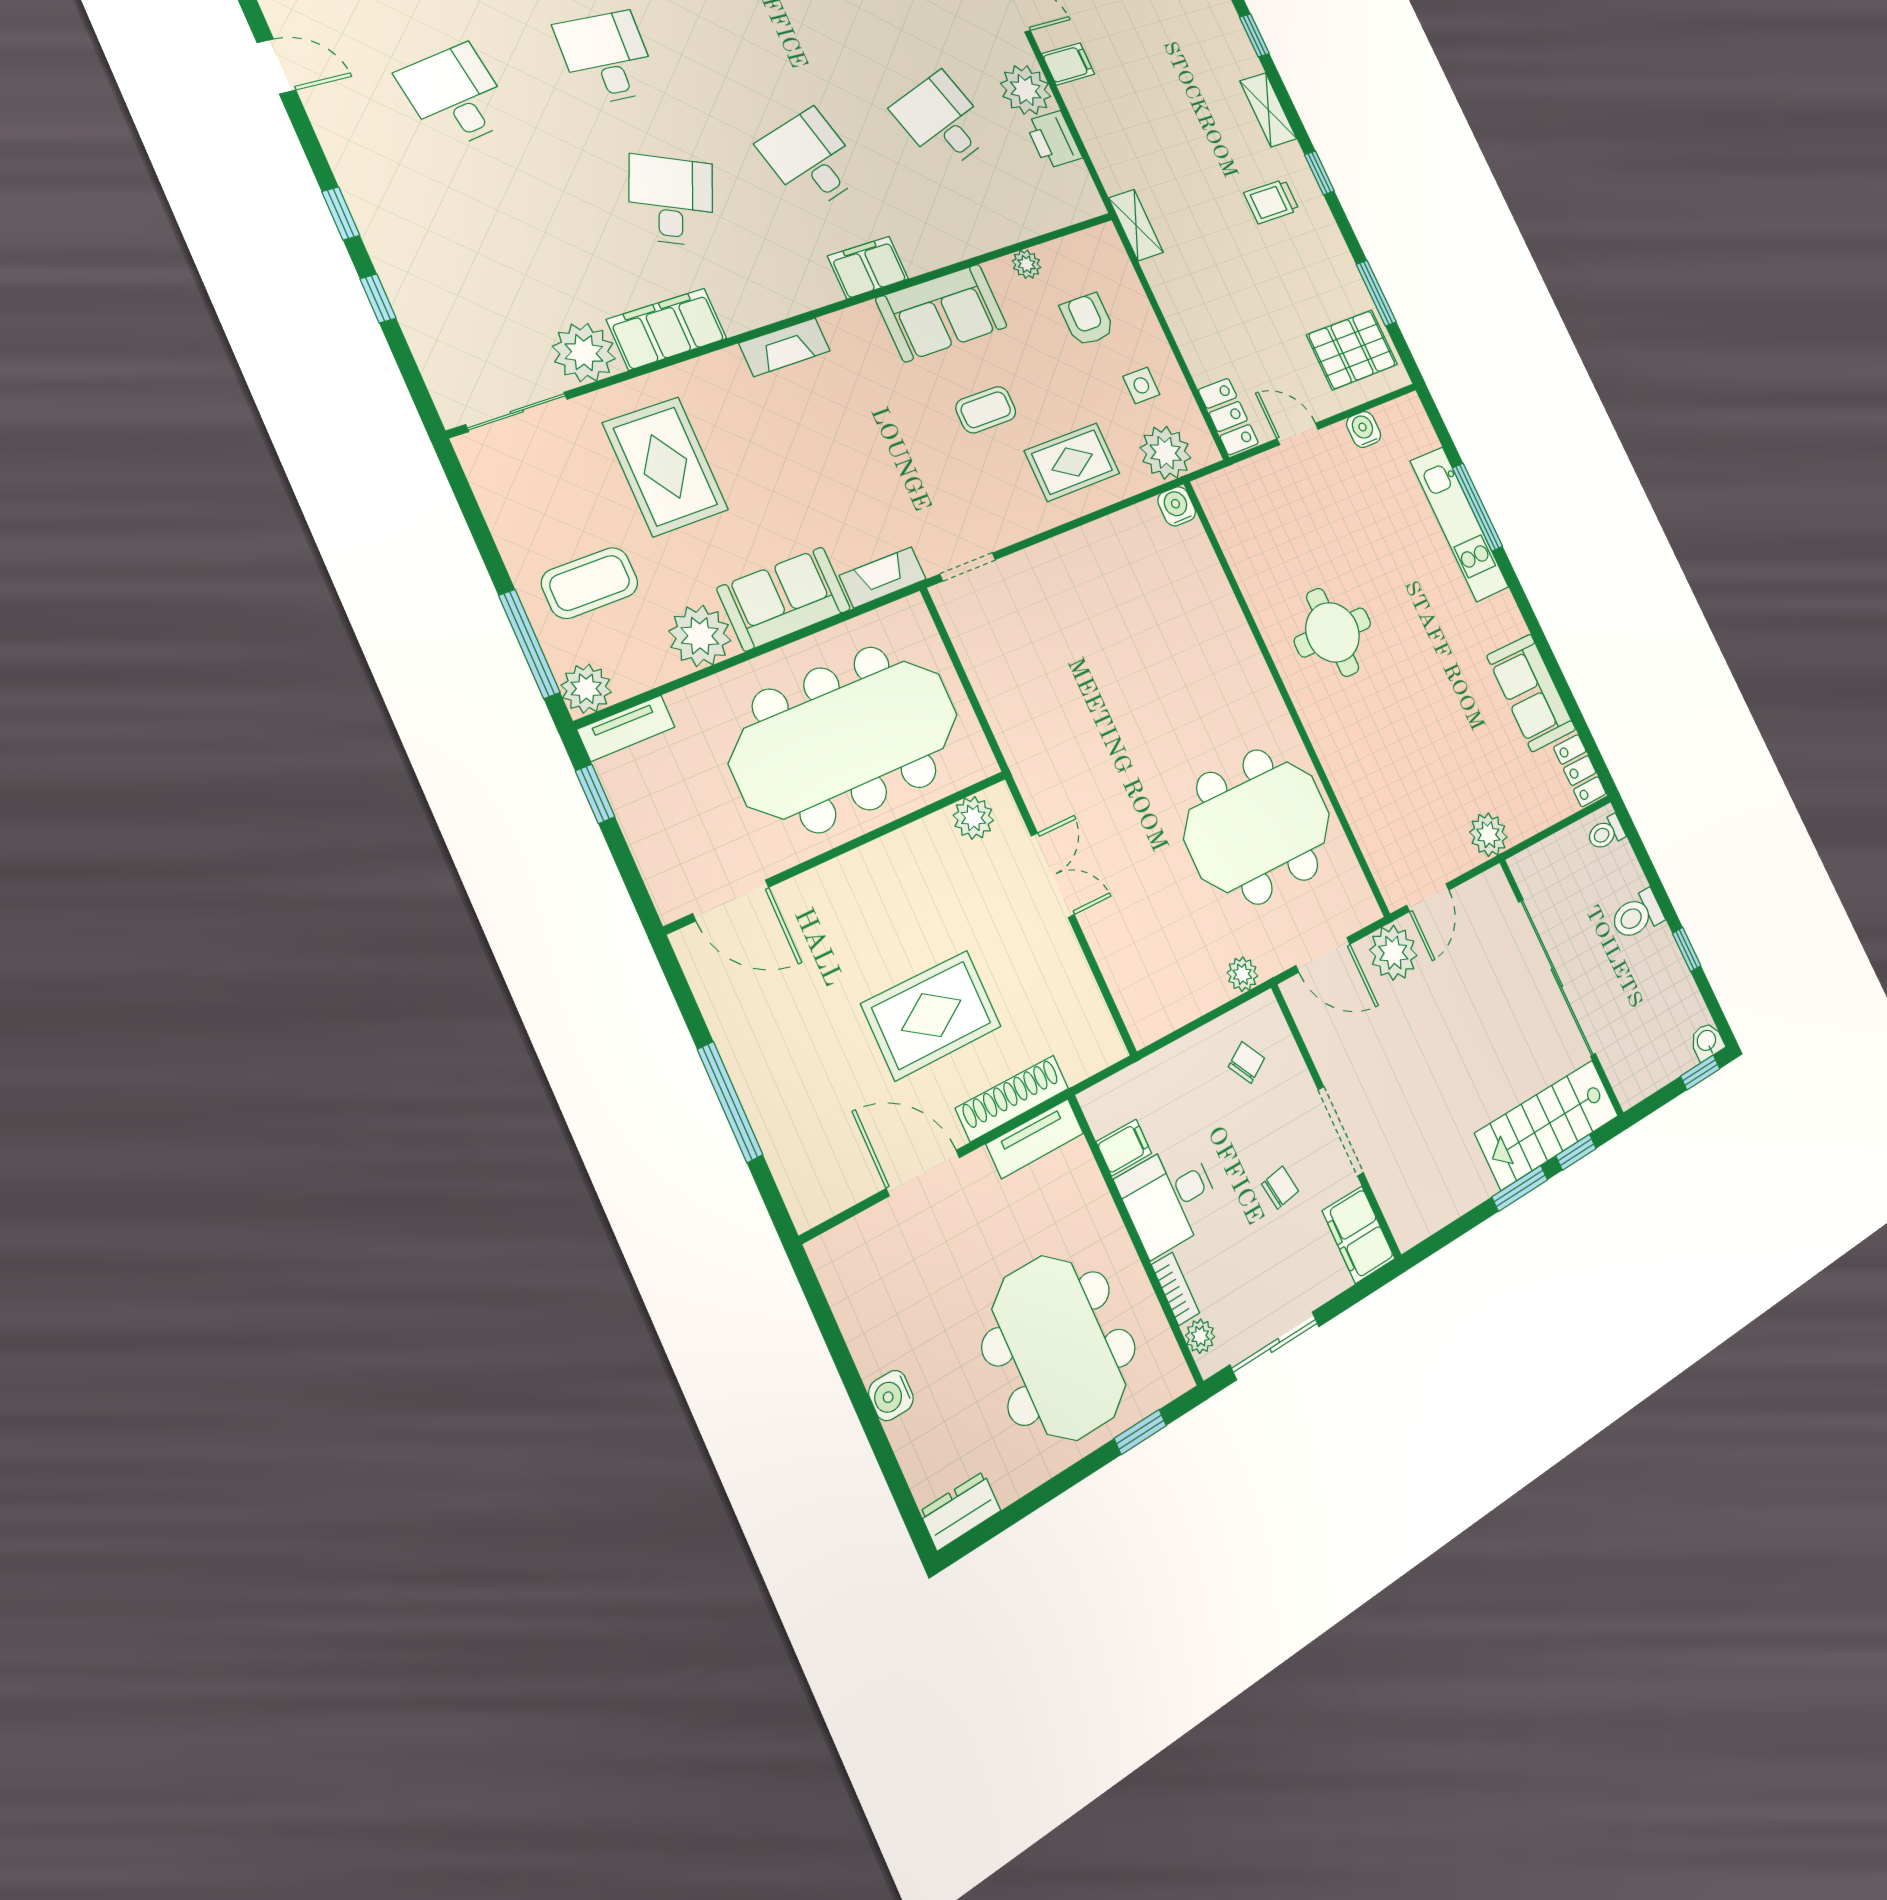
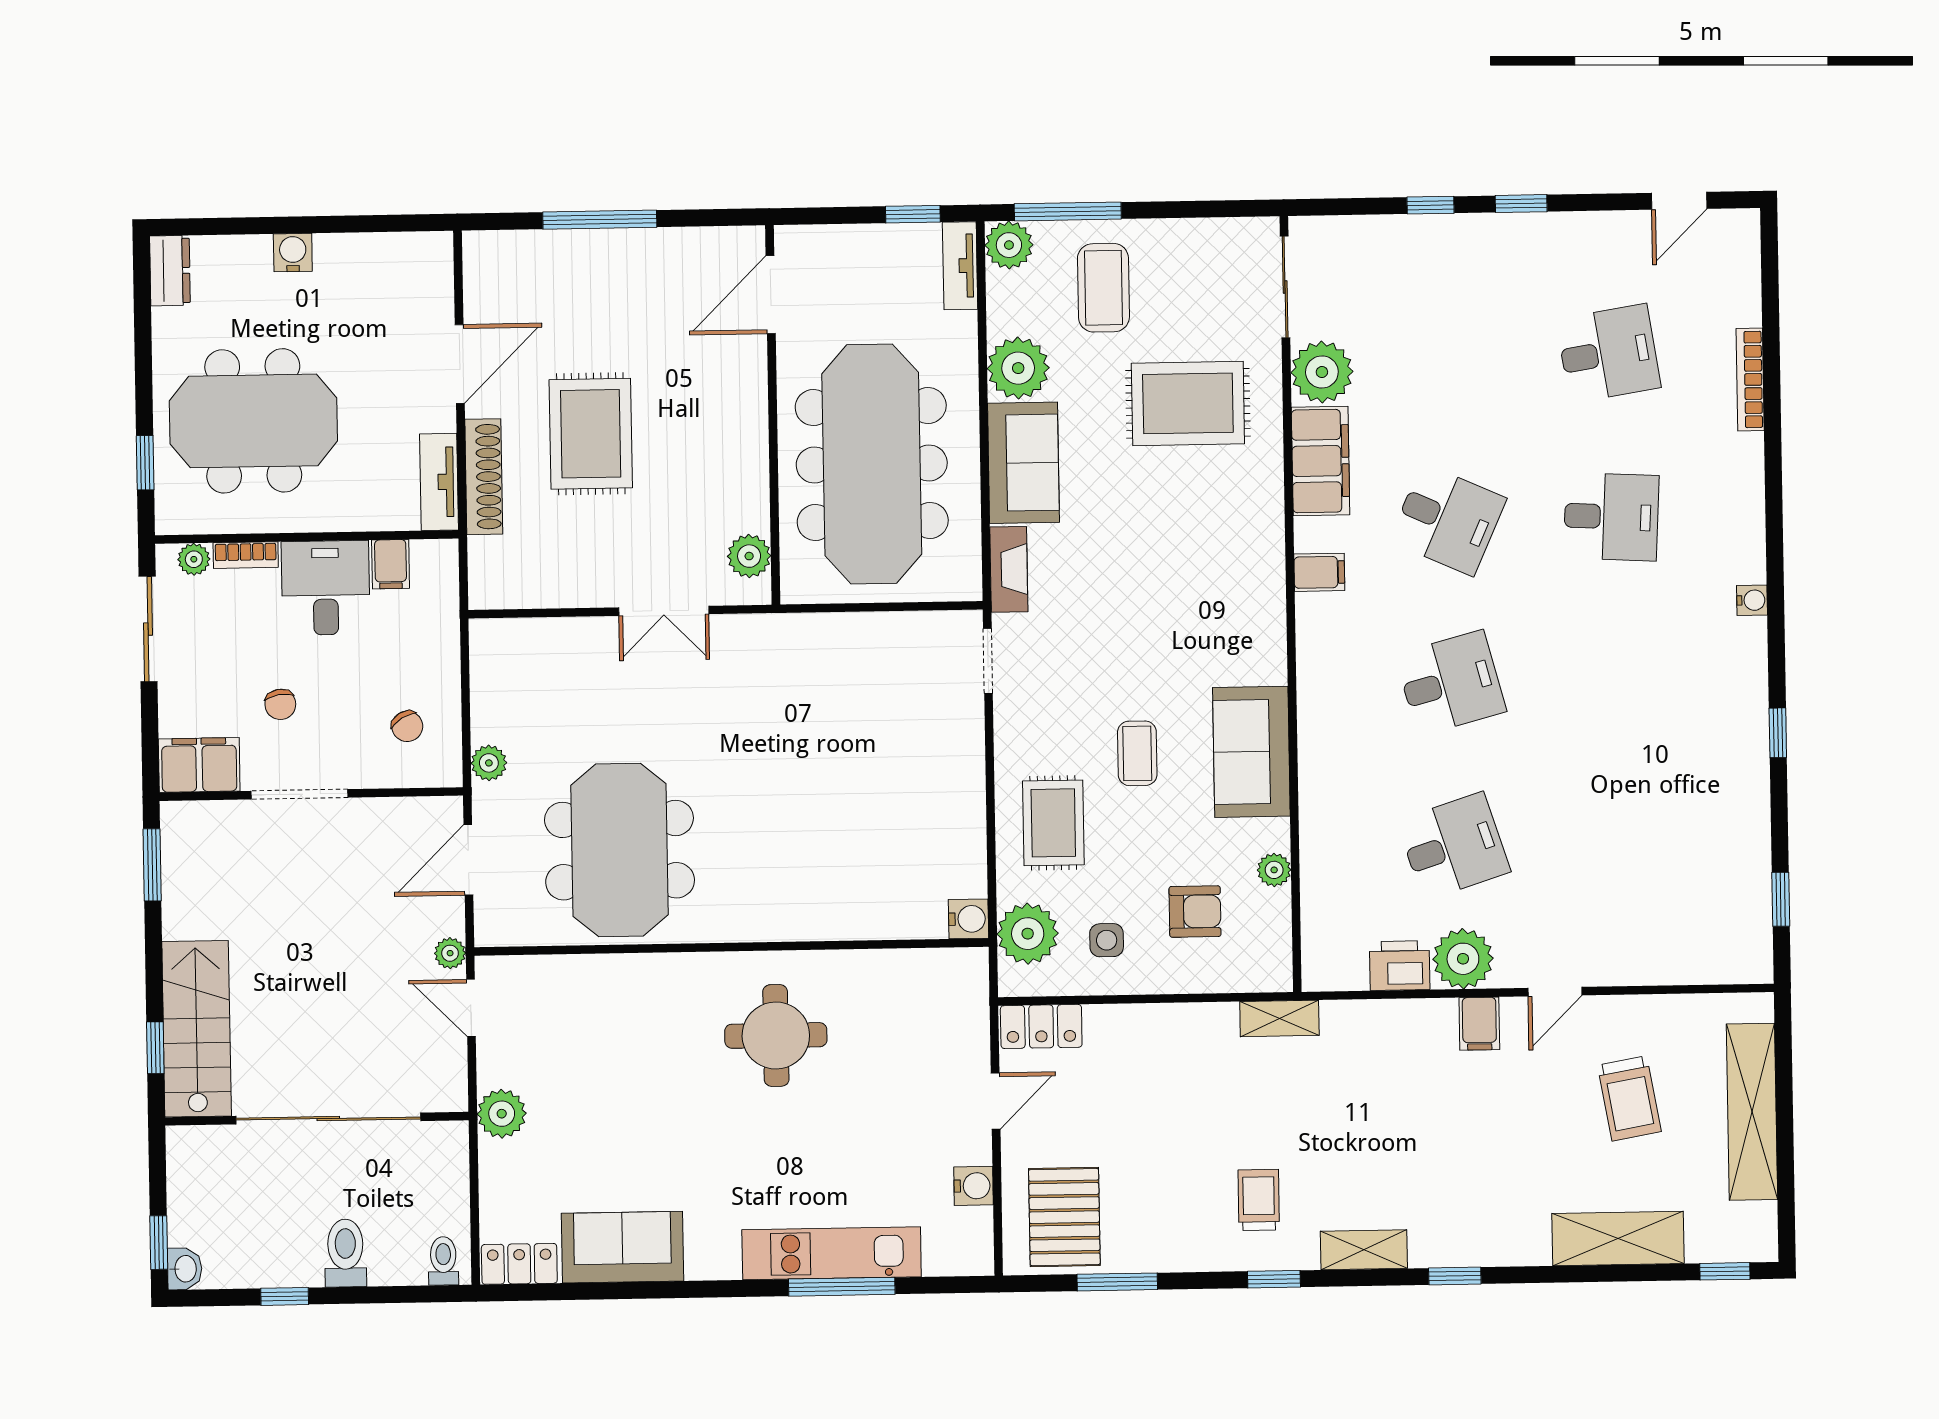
filing cabinet: (868, 267) -> (1319, 572), moved, width x0.50
fireplace: (785, 347) -> (1267, 571), removed
plant: (1393, 953) -> (450, 953), width x0.53, depth x0.53
window: (1520, 1188) -> (152, 865), moved

